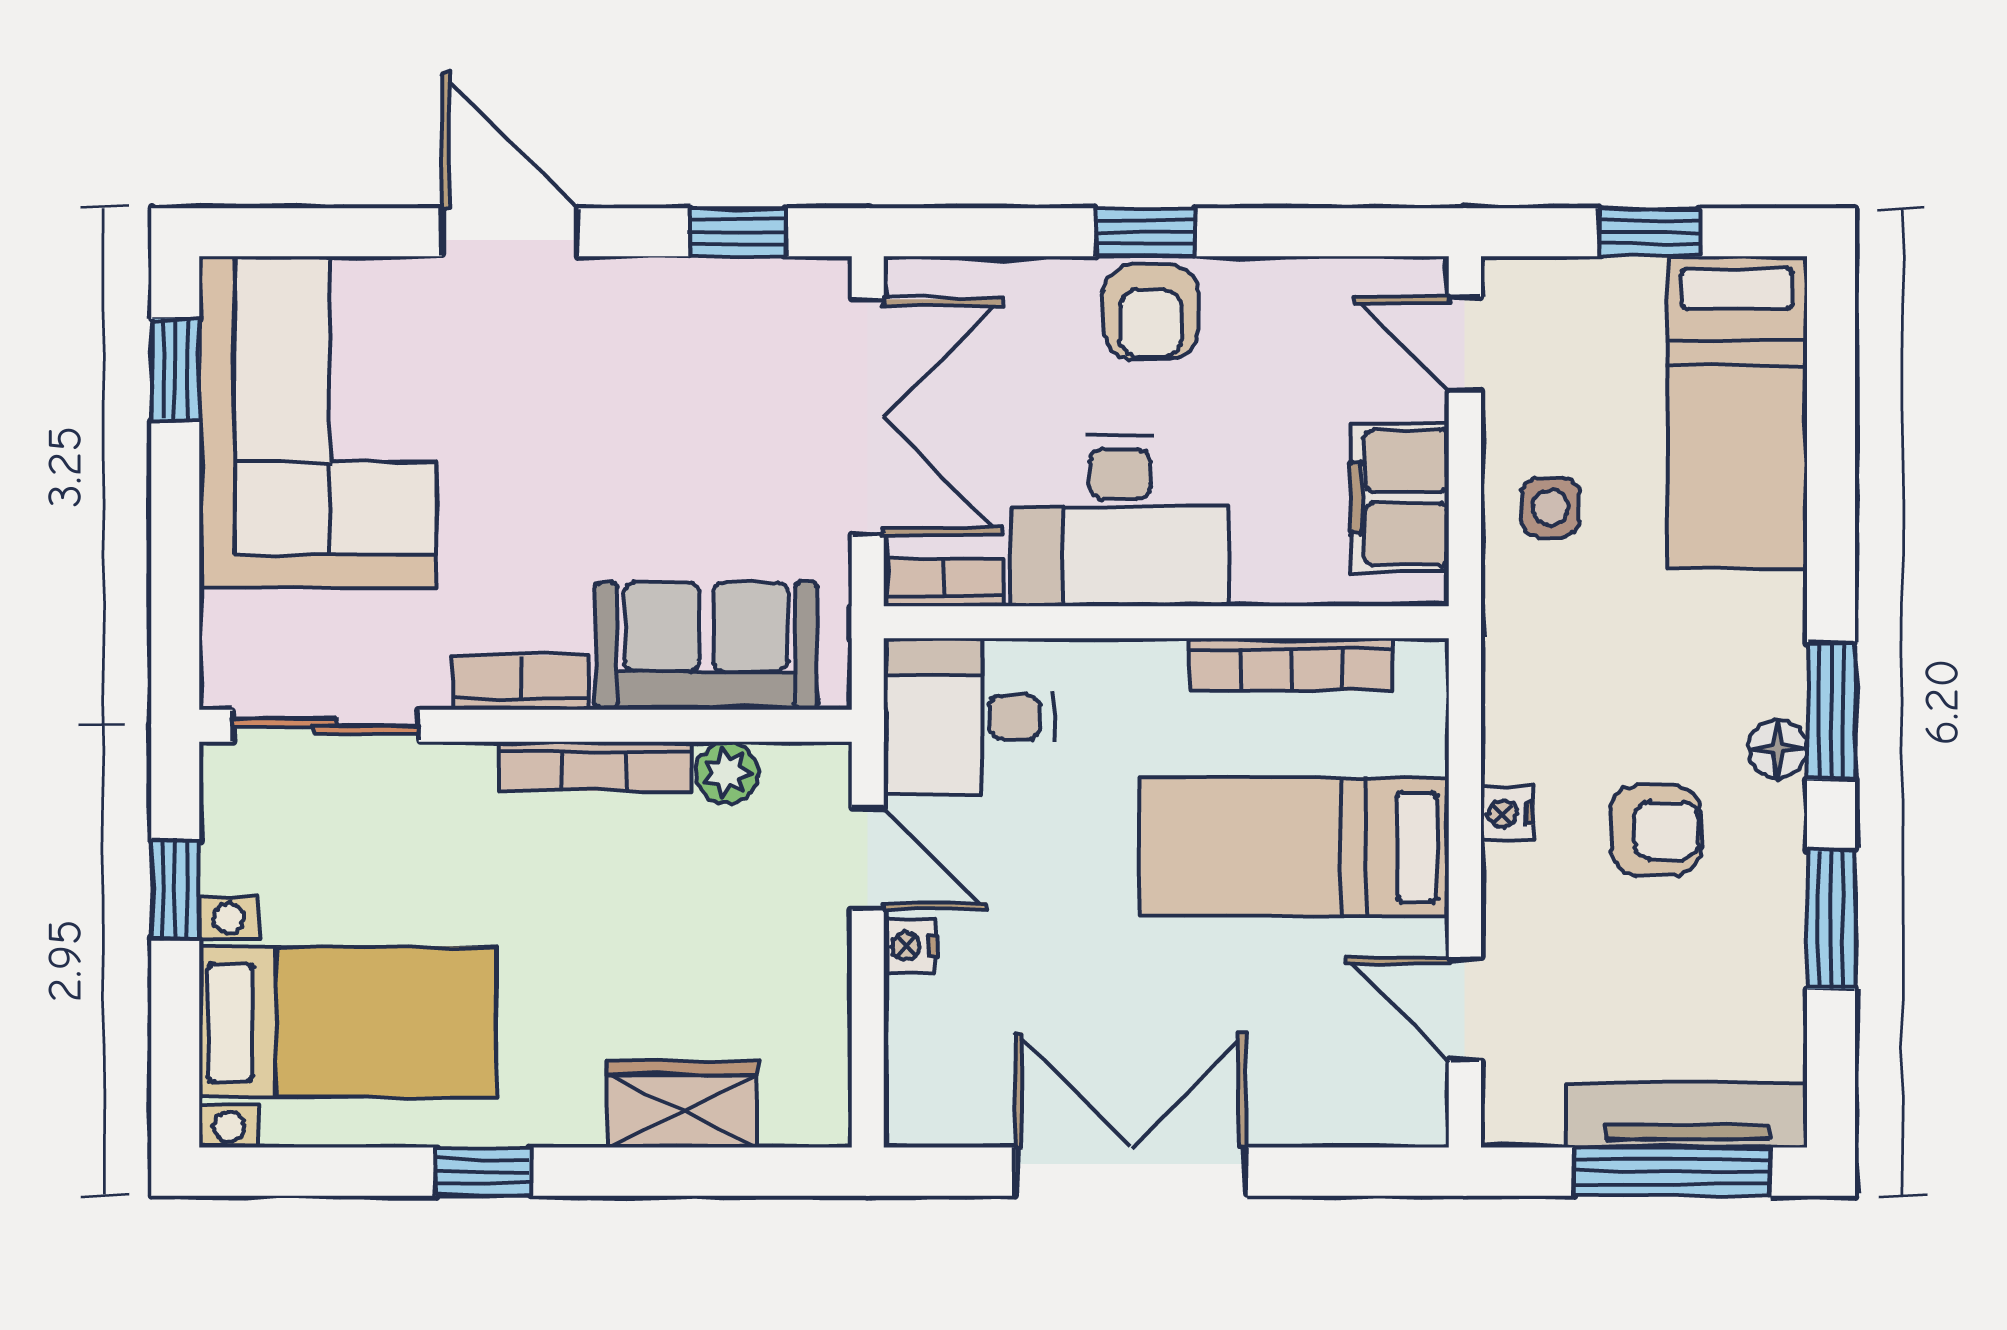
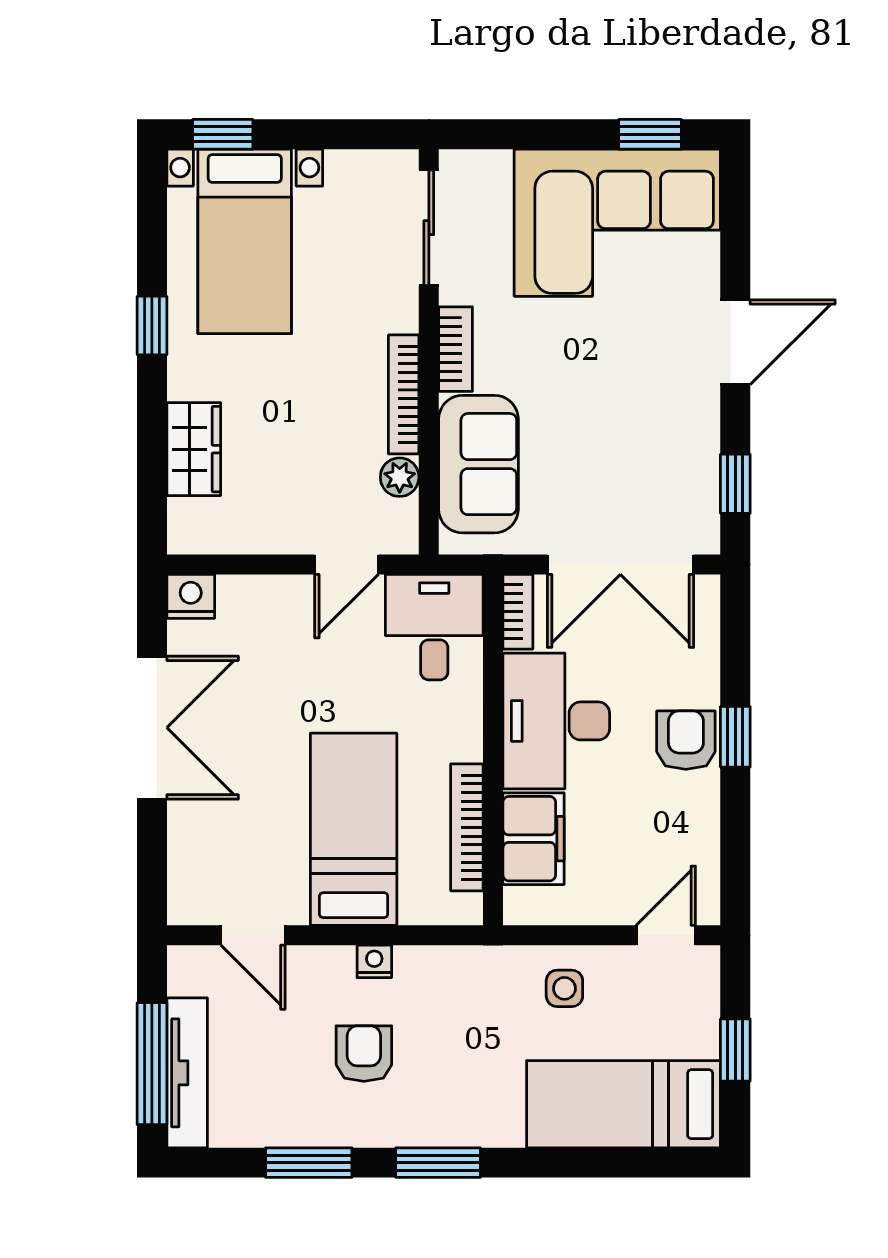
armchair: (1151, 312) -> (686, 740), turned 90
filing cabinet: (1400, 498) -> (534, 839), moved, turned 90
floor lamp: (1778, 749) -> (414, 1129), removed
armchair: (1656, 830) -> (364, 1054), turned 180
window: (175, 890) -> (223, 134), moved
nightstand: (910, 946) -> (191, 596), moved, width x1.39, depth x1.35
door: (1465, 1009) -> (253, 935), swing flipped

